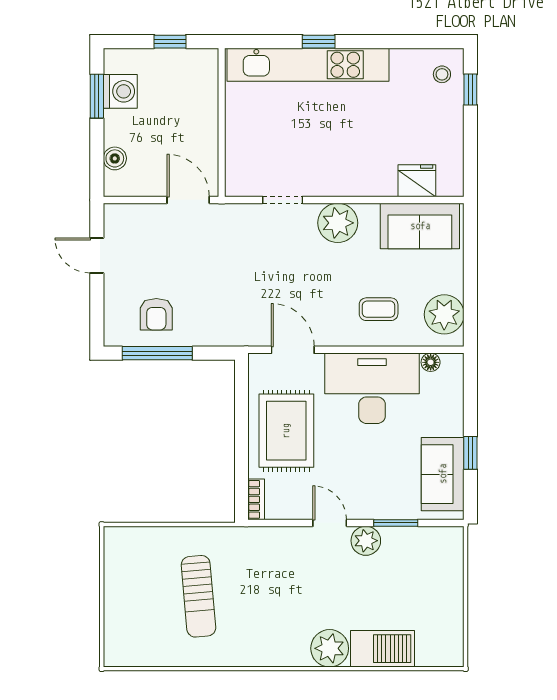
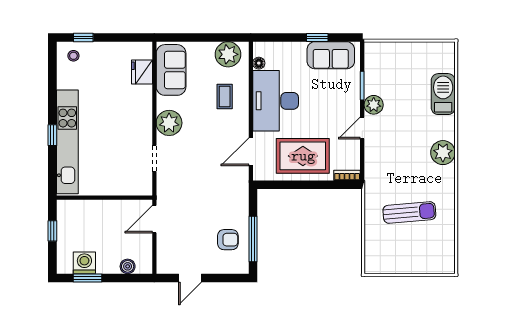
plant: (330, 648) -> (443, 153), moved

